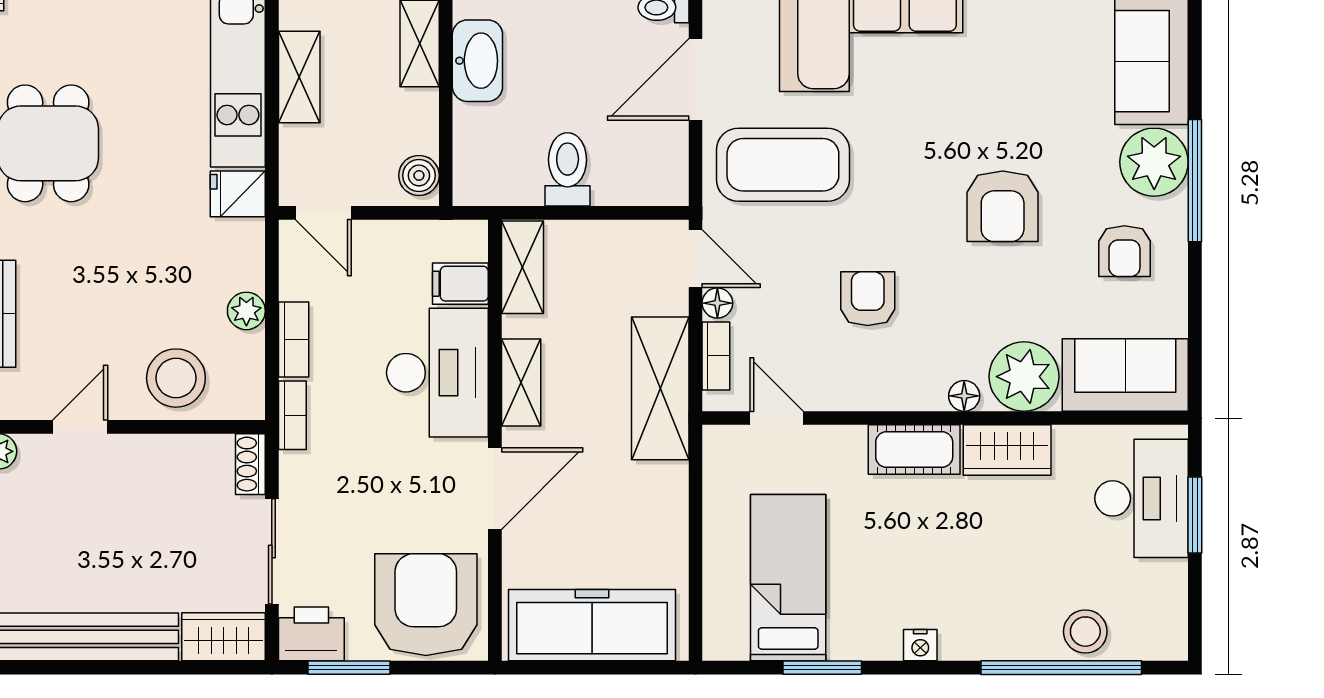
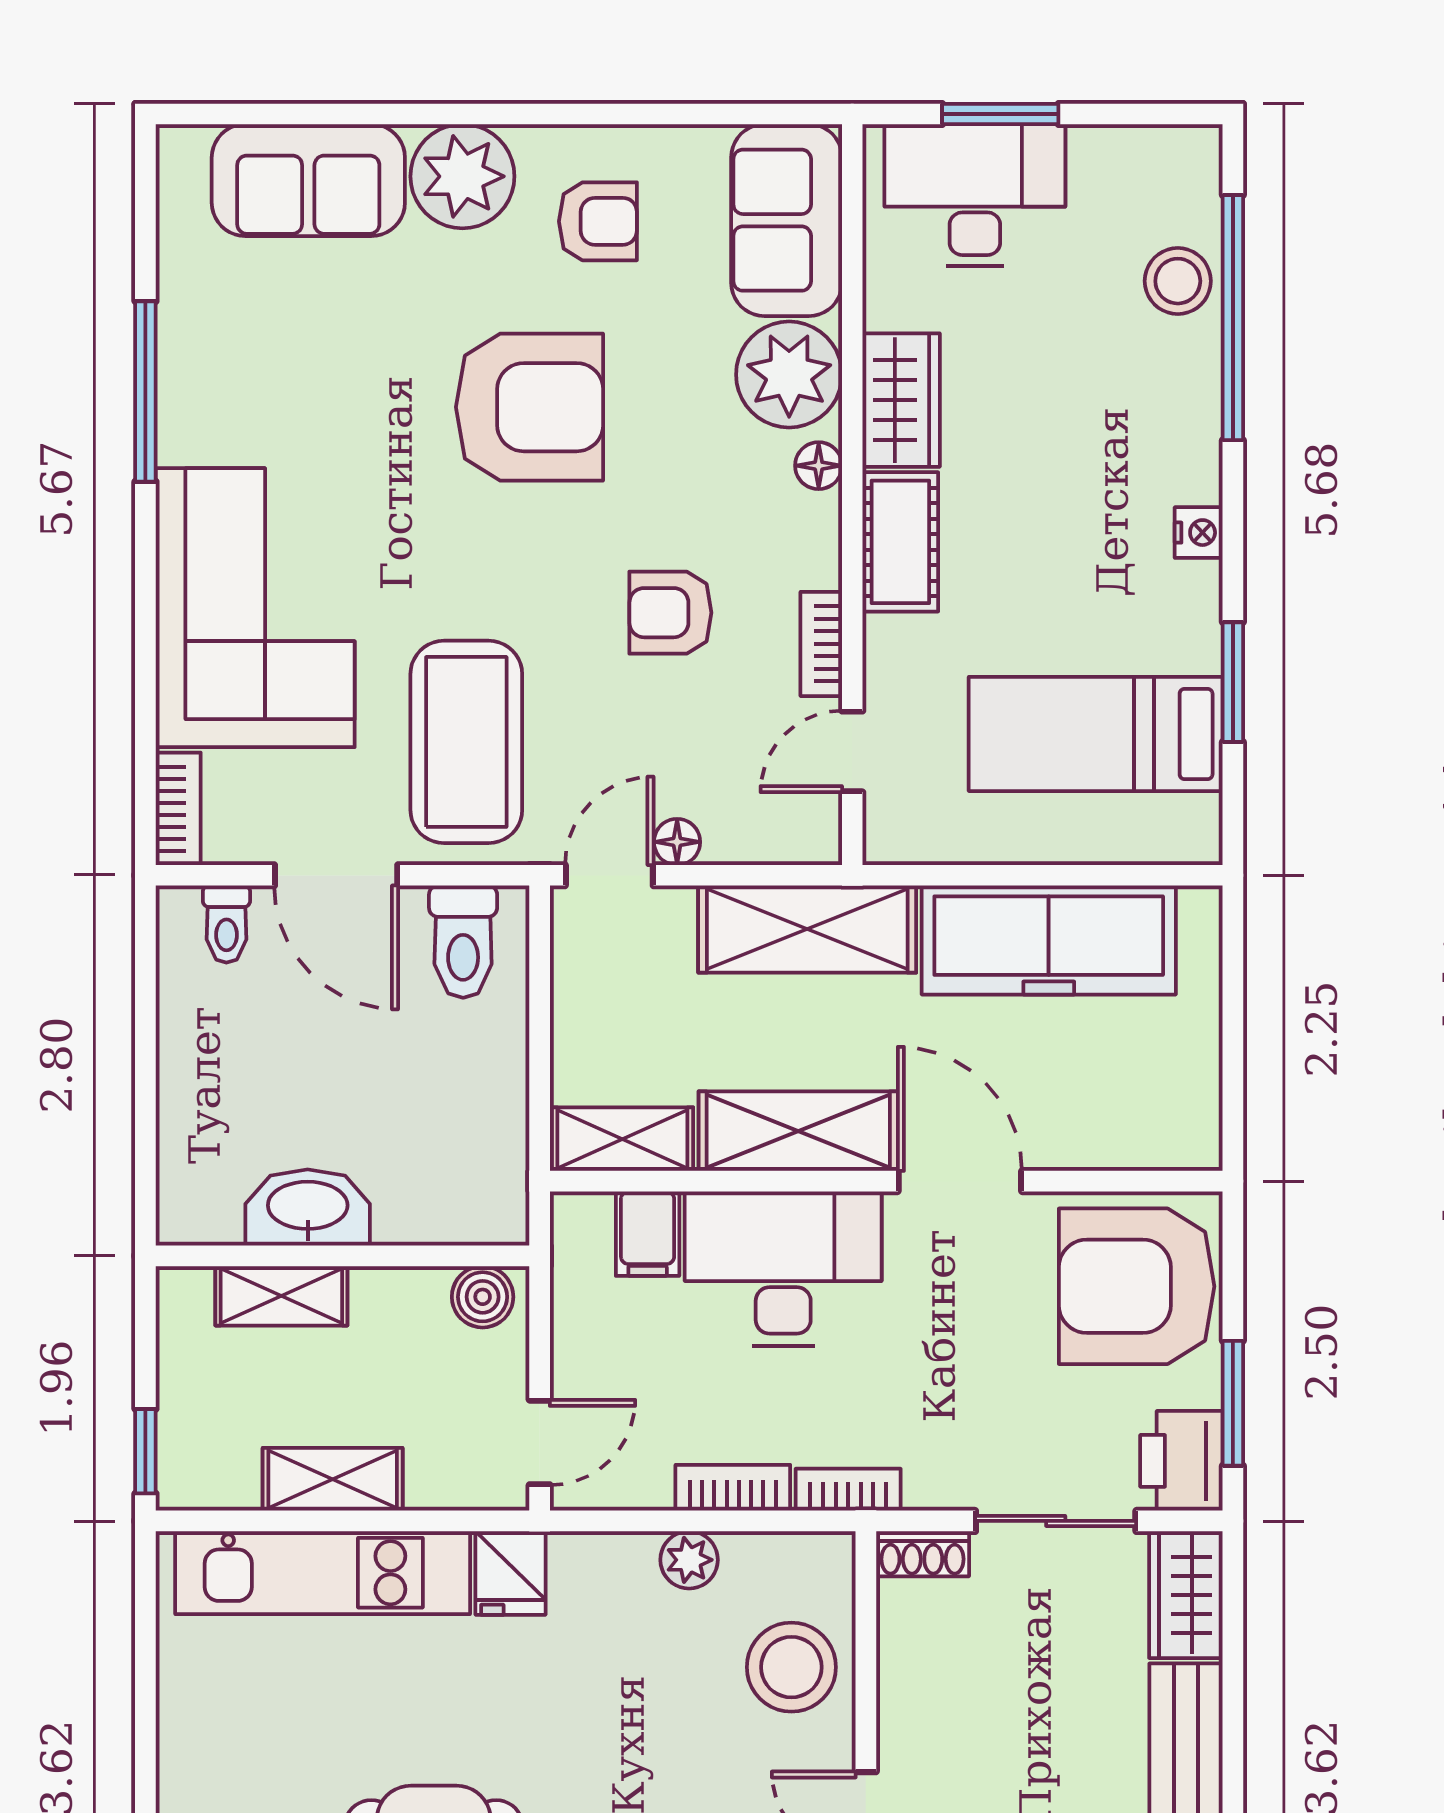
toilet: (568, 169) -> (463, 942), moved, turned -90
window: (1195, 181) -> (490, 114), removed
armchair: (1003, 206) -> (530, 407), width x1.36, depth x1.36
bookcase: (716, 356) -> (821, 644), moved, turned -90
shelving: (521, 382) -> (798, 1131), width x1.50, depth x1.33
freezer: (592, 625) -> (1049, 940), moved, turned -90

